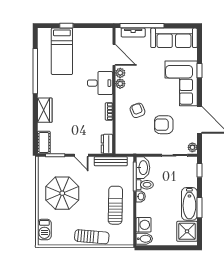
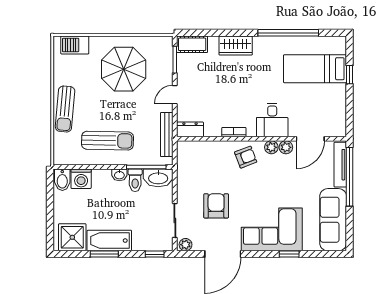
tv unit: (133, 33) -> (340, 165), width x1.41
armchair: (137, 110) -> (246, 157), moved

